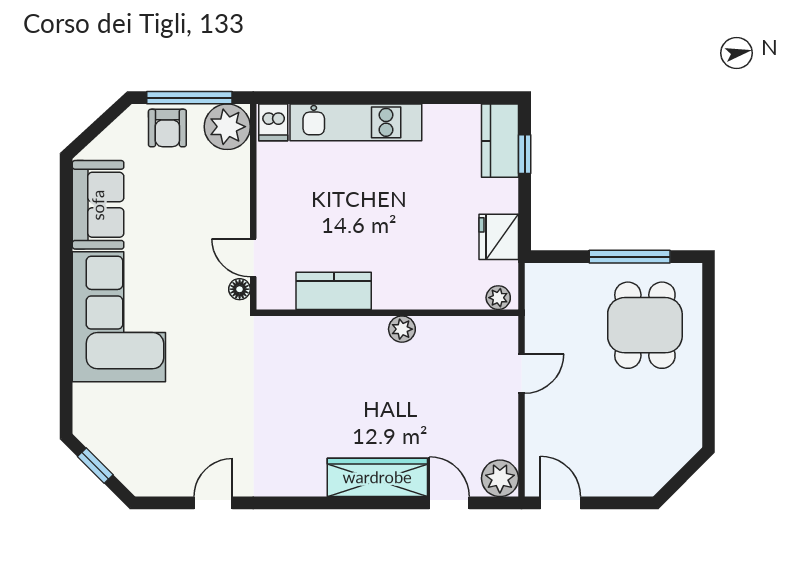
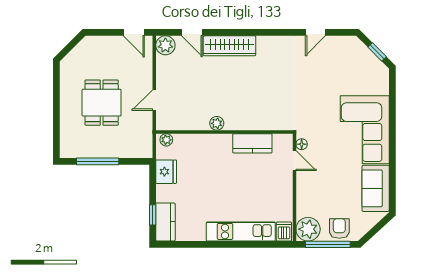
dining table: (645, 325) -> (102, 103), moved

